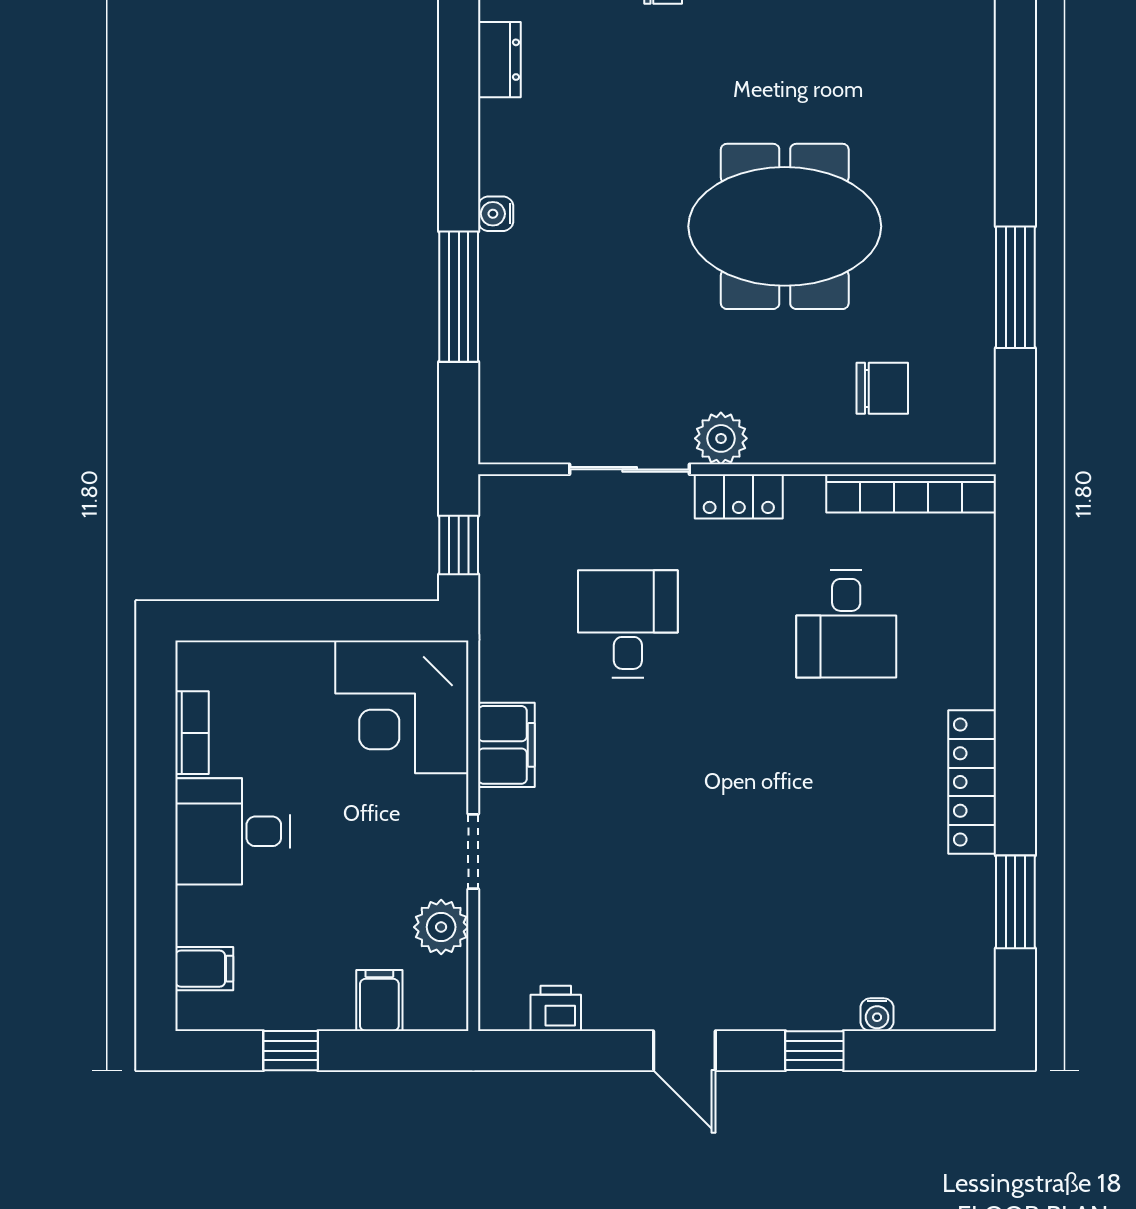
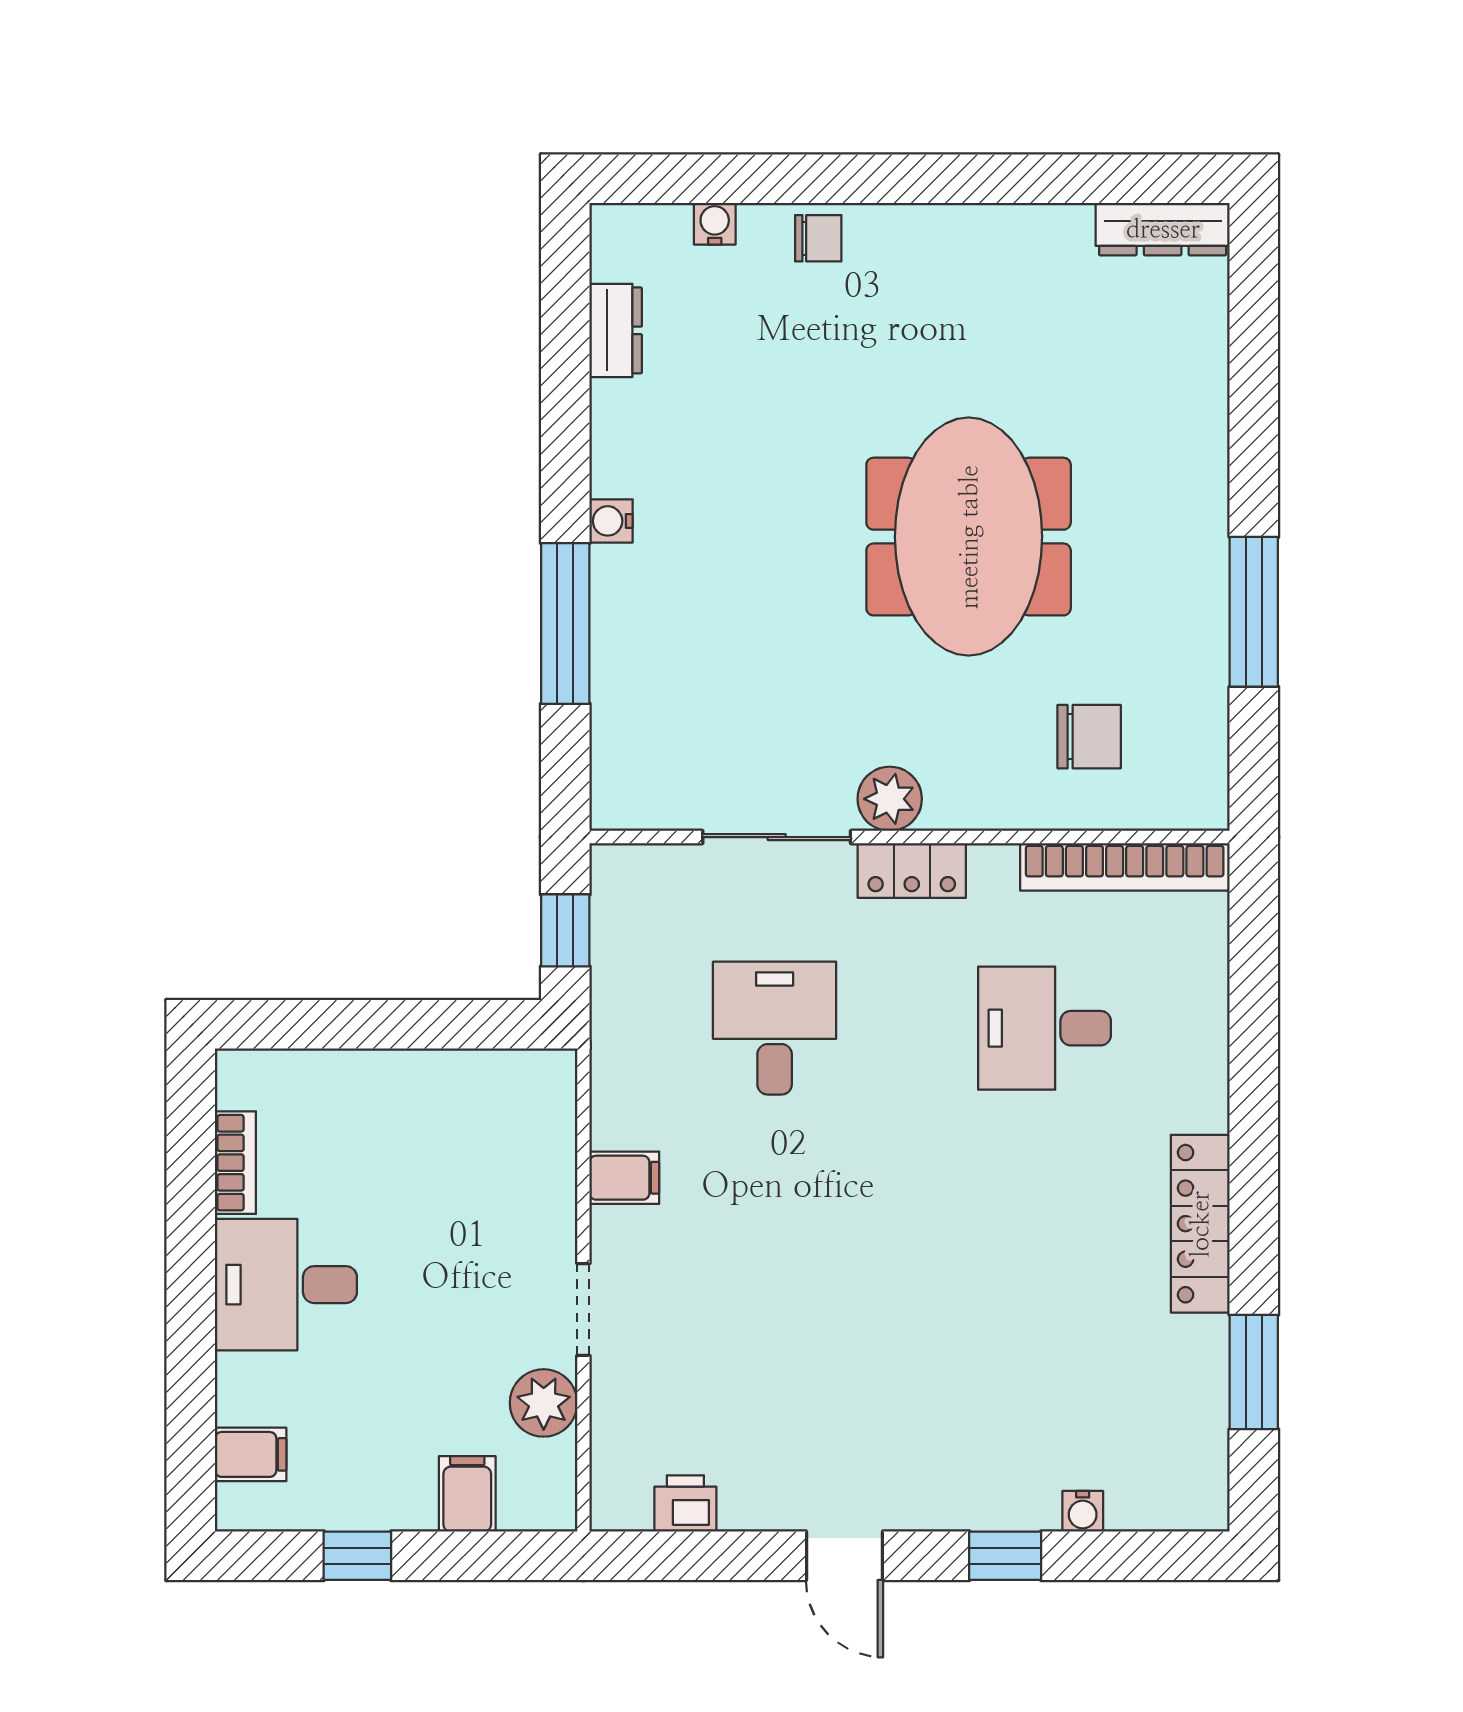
meeting table: (785, 226) -> (969, 537), turned 90
desk: (846, 624) -> (1045, 1028), turned 90
corner desk: (402, 707) -> (495, 1131), removed
filing cabinet: (506, 745) -> (624, 1178), width x0.50

